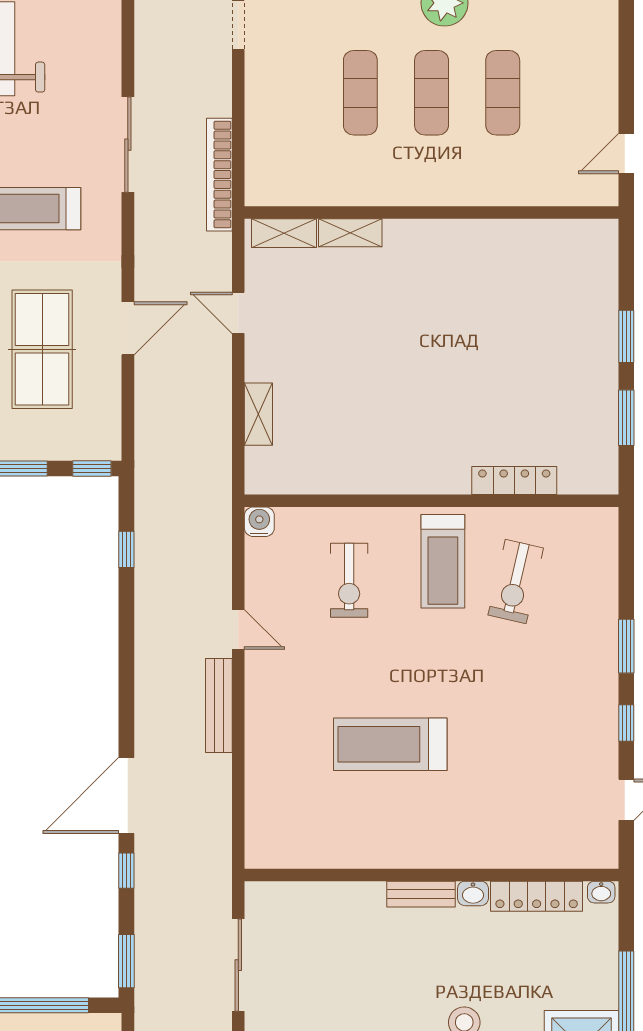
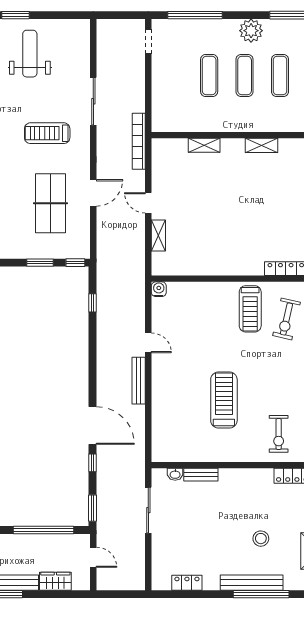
bookcase: (219, 175) -> (139, 141), moved
shelving: (284, 233) -> (261, 145), moved
door: (238, 313) -> (148, 203), moved
exercise bike: (349, 580) -> (279, 434), moved
treadmill: (390, 744) -> (224, 400), turned 90
door: (126, 795) -> (93, 425), swing flipped
washbasin: (473, 893) -> (175, 474), moved
bench: (421, 894) -> (201, 475), moved

